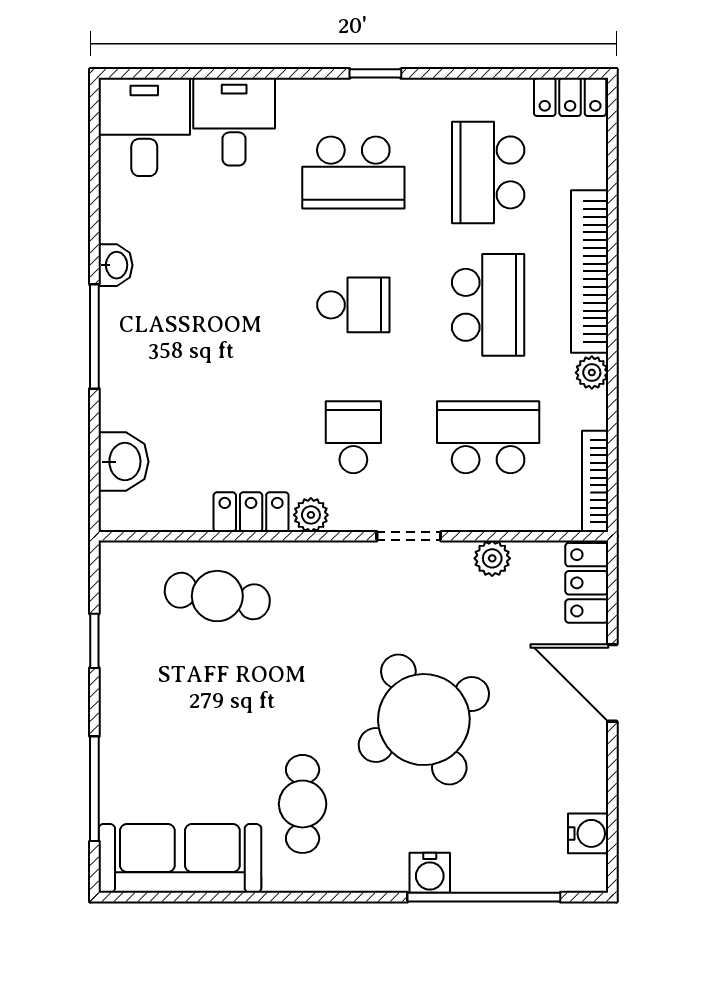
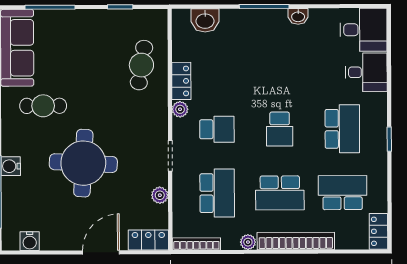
school desk: (353, 172) -> (342, 129), turned 180
round table: (424, 720) -> (83, 163), turned 31

